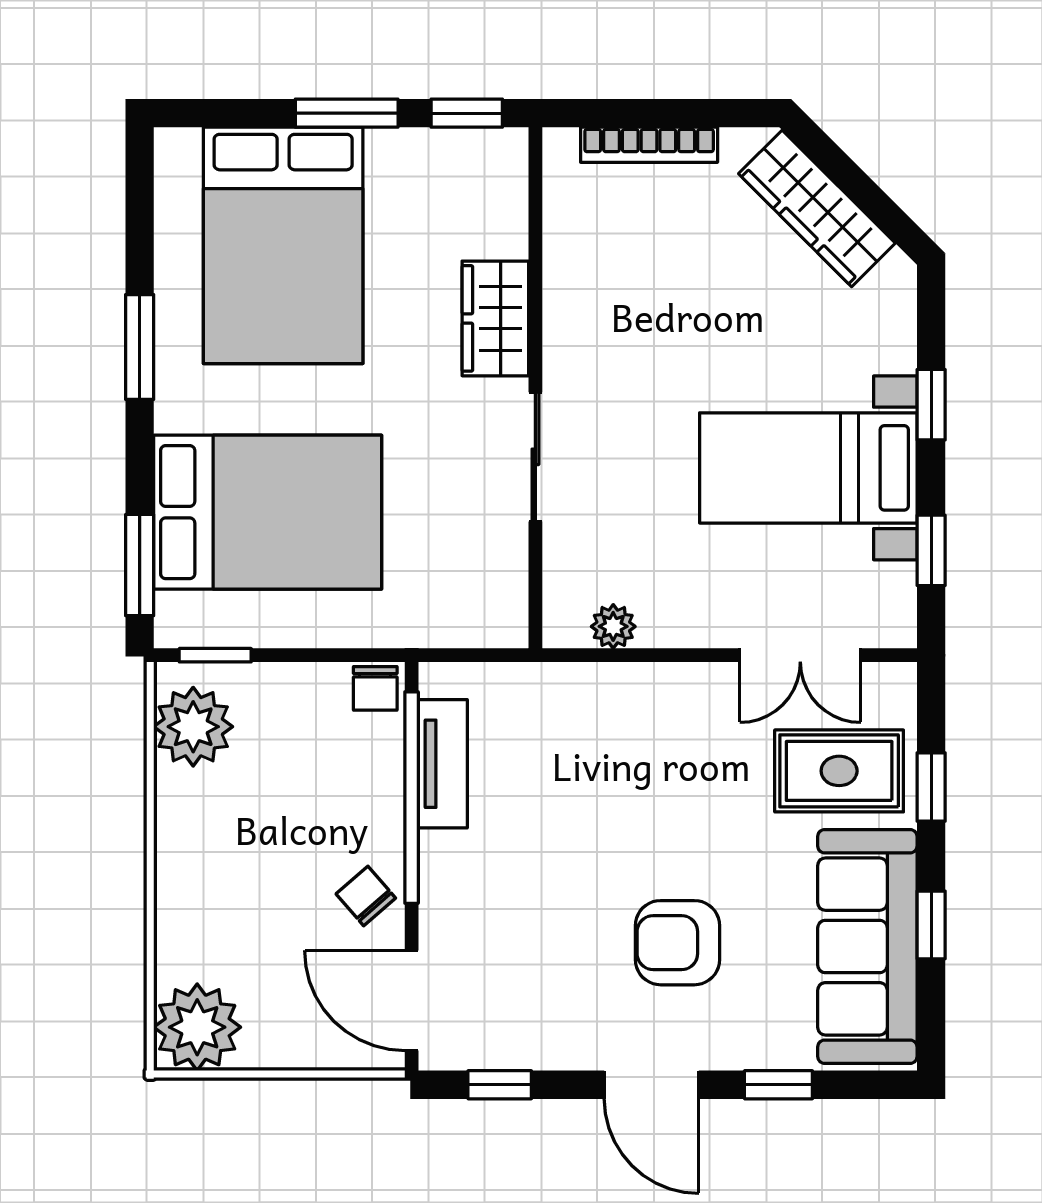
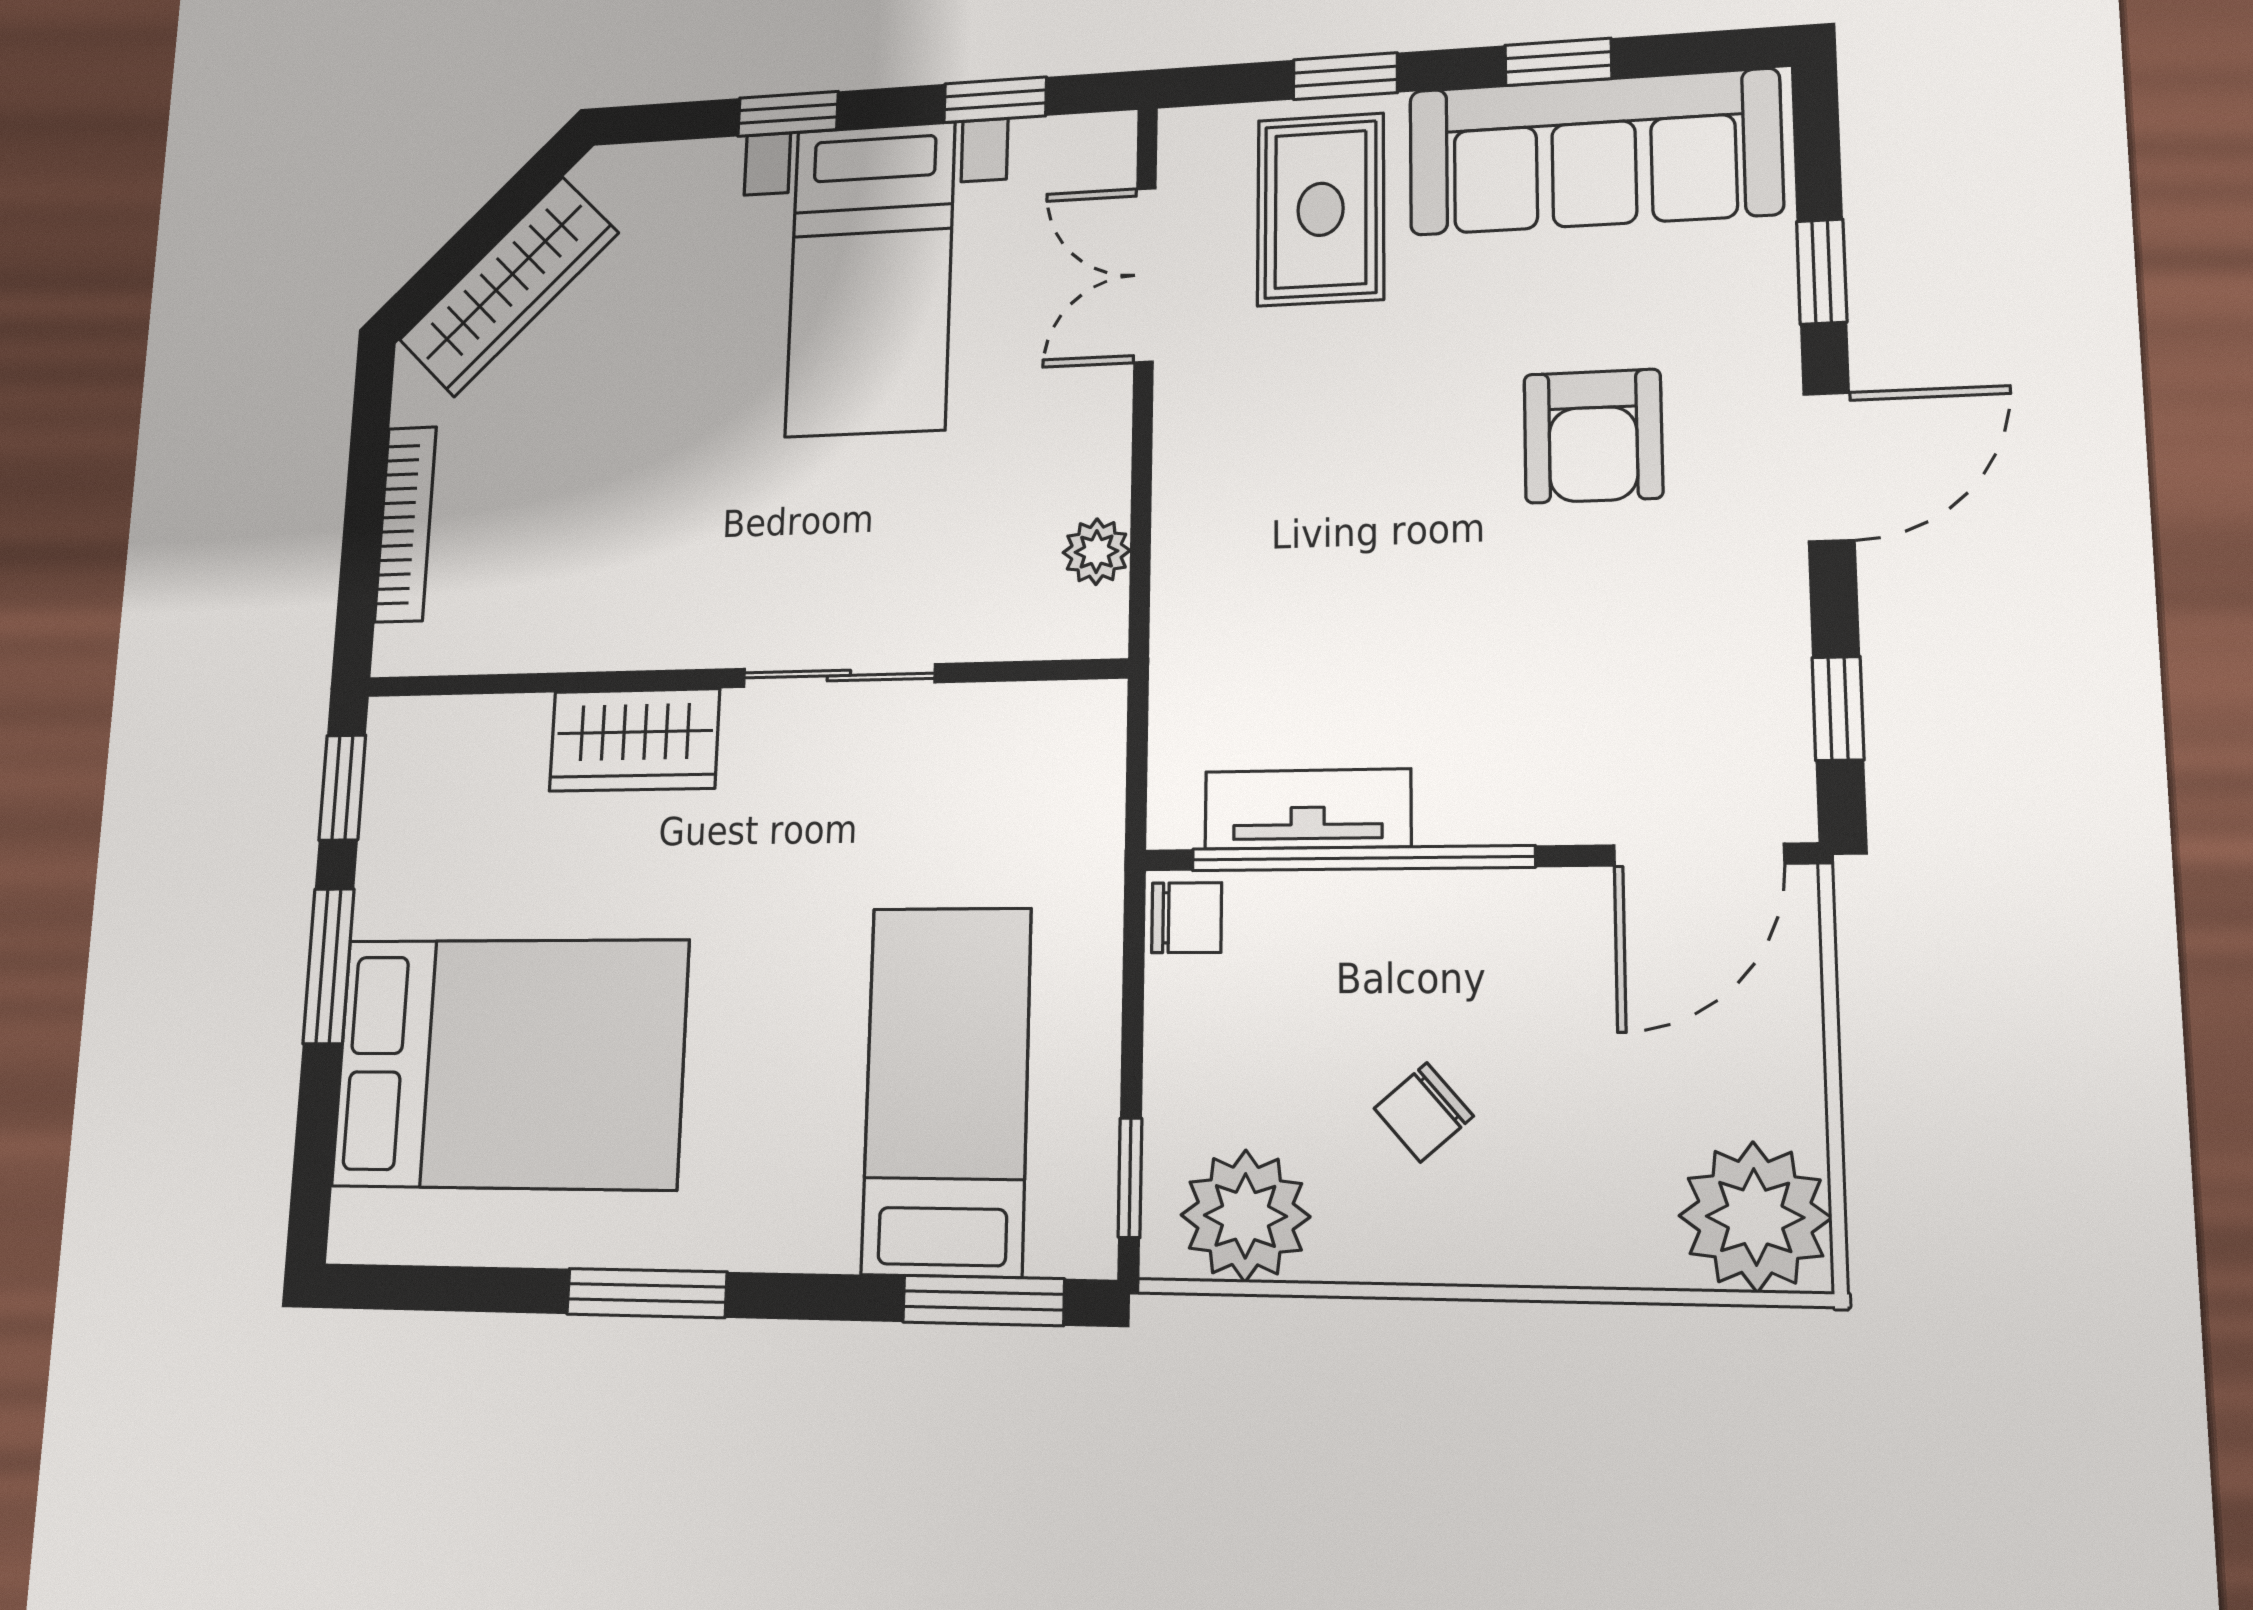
bed: (268, 512) -> (947, 1090), width x0.67
double door: (800, 655) -> (1145, 275), swing flipped
chair: (366, 896) -> (1424, 1112), moved

